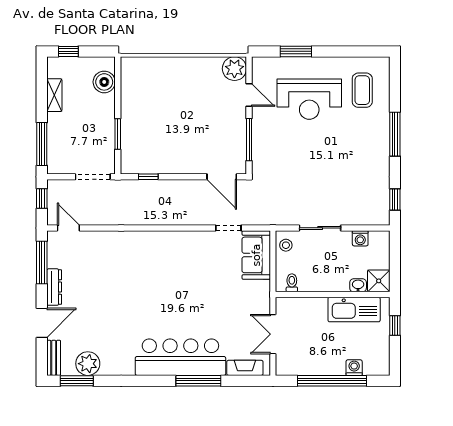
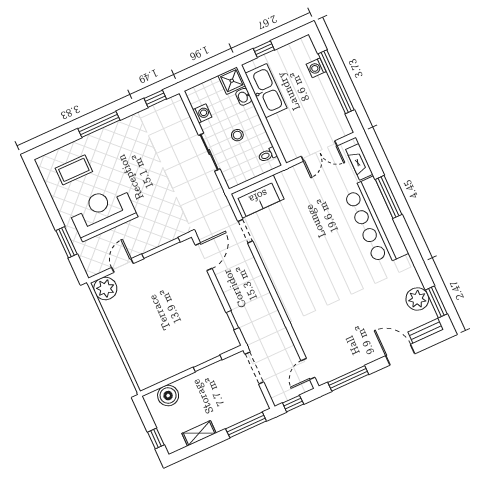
reception desk: (309, 99) -> (102, 212), turned -90
stool: (286, 245) -> (237, 135), moved
dresser: (54, 287) -> (365, 358), removed

